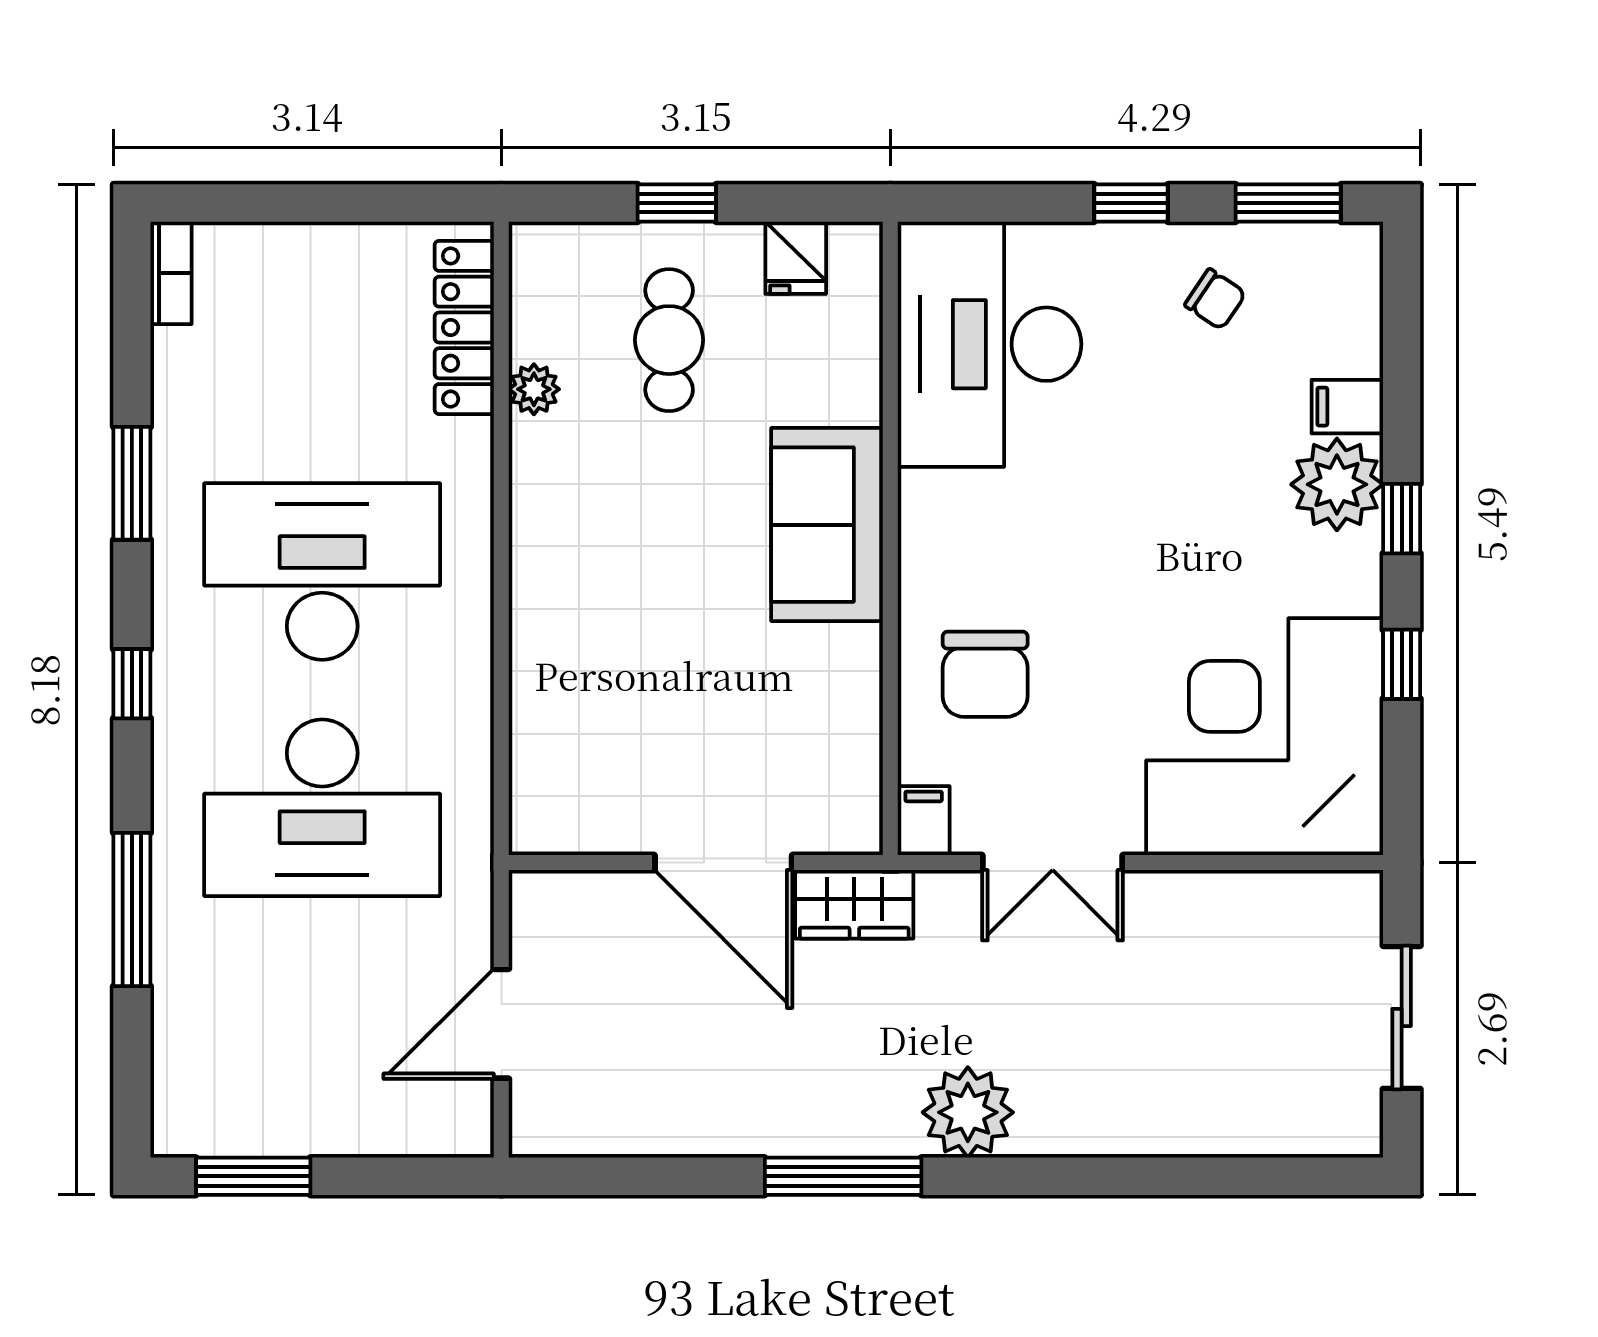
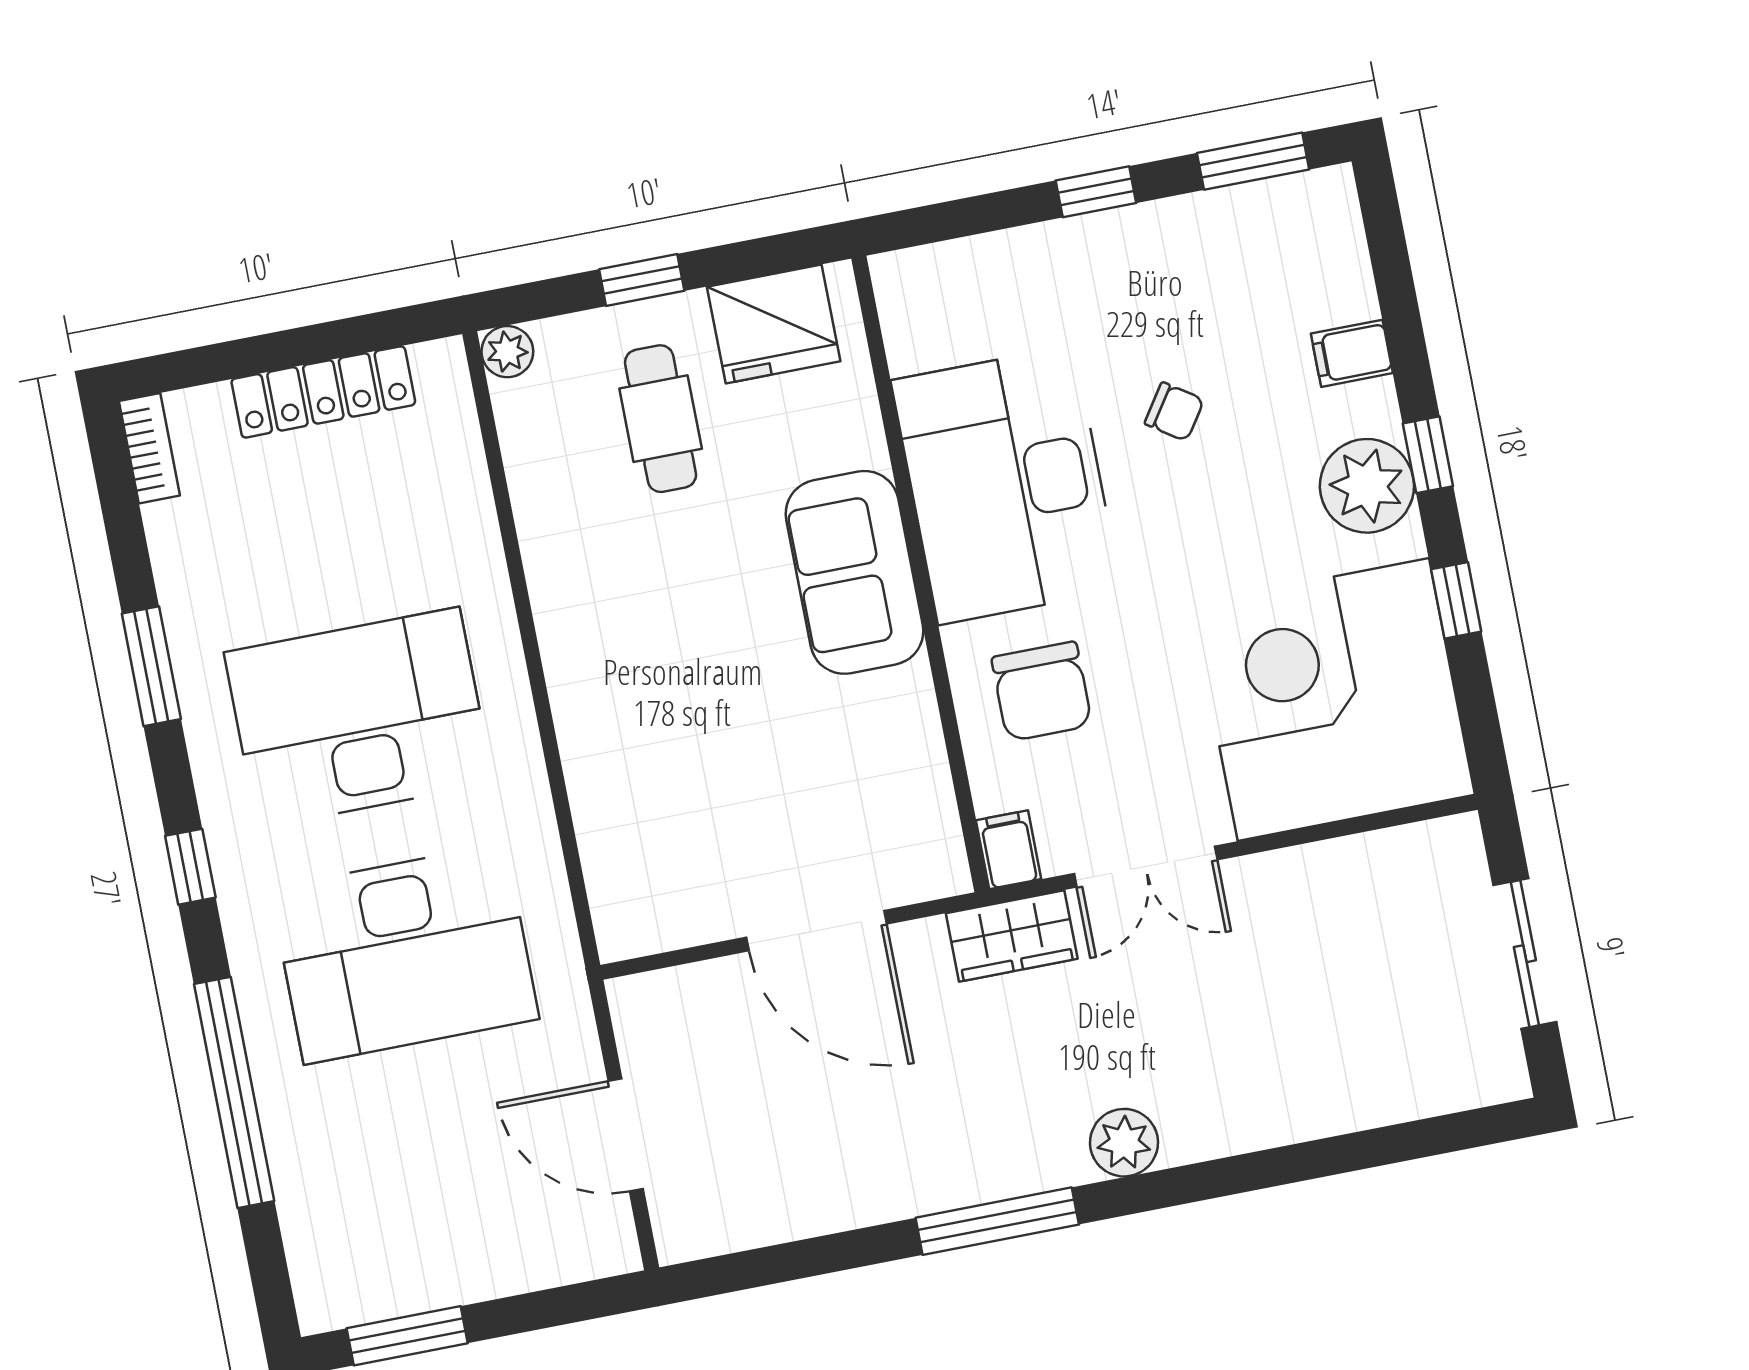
fridge: (796, 258) -> (774, 324), width x1.88, depth x1.34
chair: (1215, 299) -> (1174, 412), moved
locker: (464, 327) -> (323, 392), moved, turned -90
desk: (990, 344) -> (1006, 485), moved
plant: (534, 389) -> (507, 352), moved
plant: (1337, 484) -> (1367, 486), moved
wardrobe: (854, 904) -> (1012, 936), moved
window: (132, 909) -> (234, 1093), width x1.46
door: (501, 1024) -> (626, 1135), hinge flipped
plant: (968, 1112) -> (1124, 1143), width x0.73, depth x0.73

